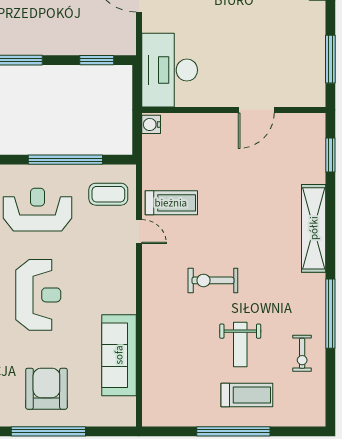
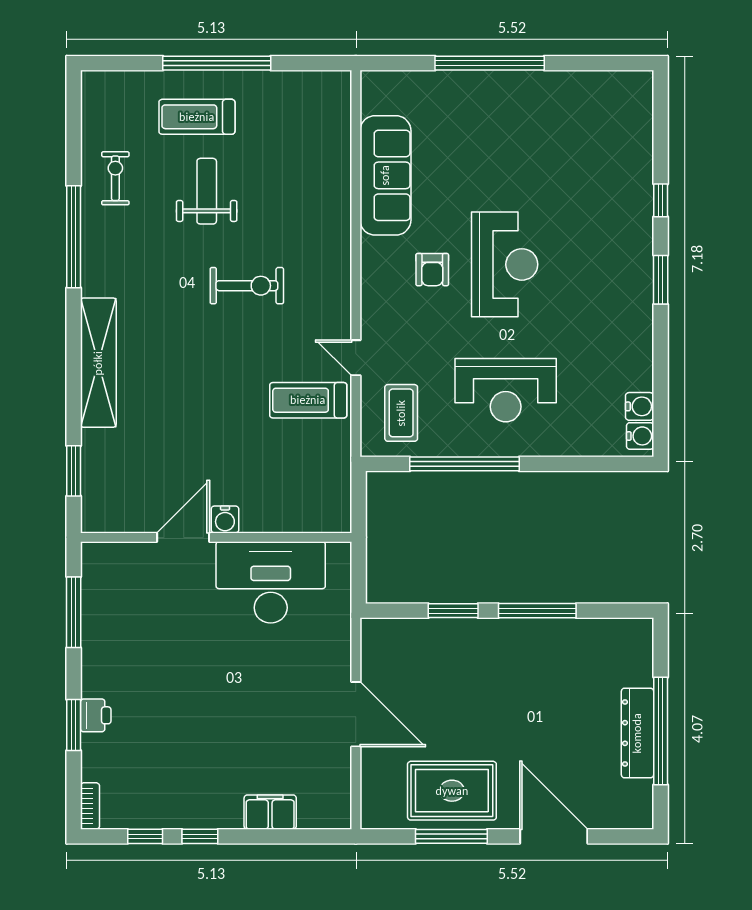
window: (97, 60) -> (453, 611), moved
desk: (170, 70) -> (271, 582), moved, turned -90
water cooler: (151, 124) -> (225, 519), moved, turned 90
coffee table: (108, 194) -> (401, 413), turned 90
reception desk: (38, 295) -> (505, 264), turned 180
armchair: (46, 389) -> (432, 270), moved, width x0.53, depth x0.53

